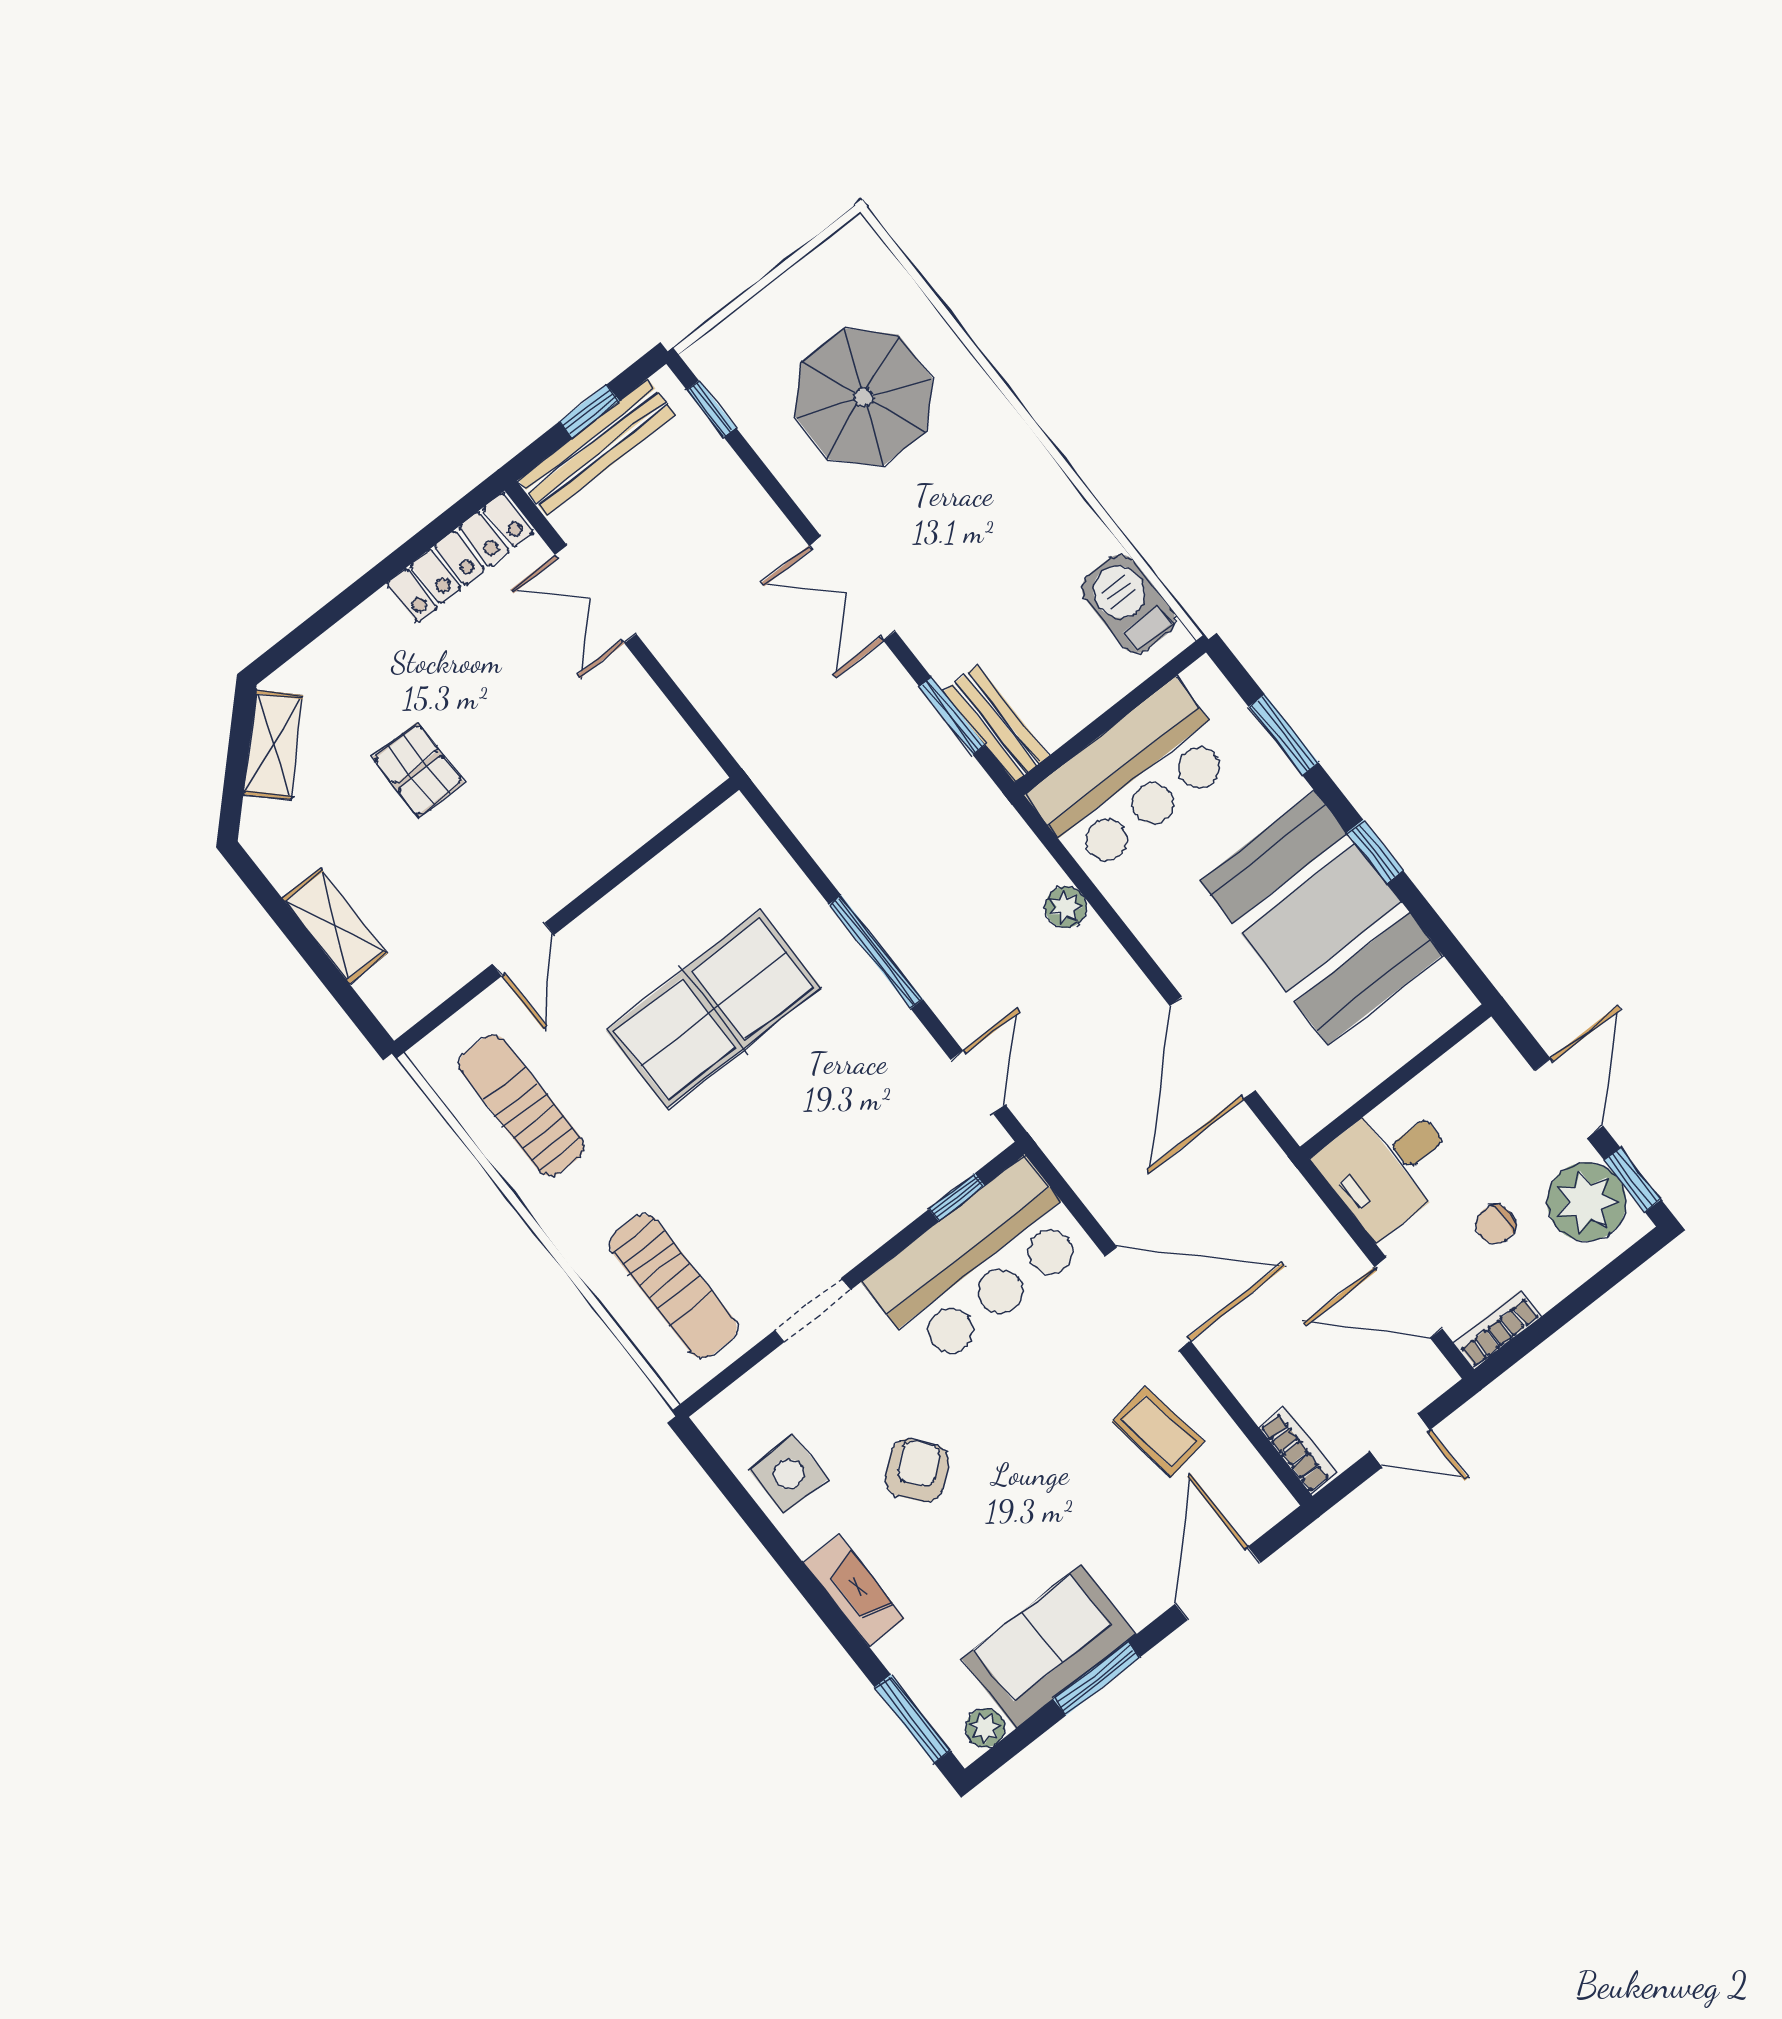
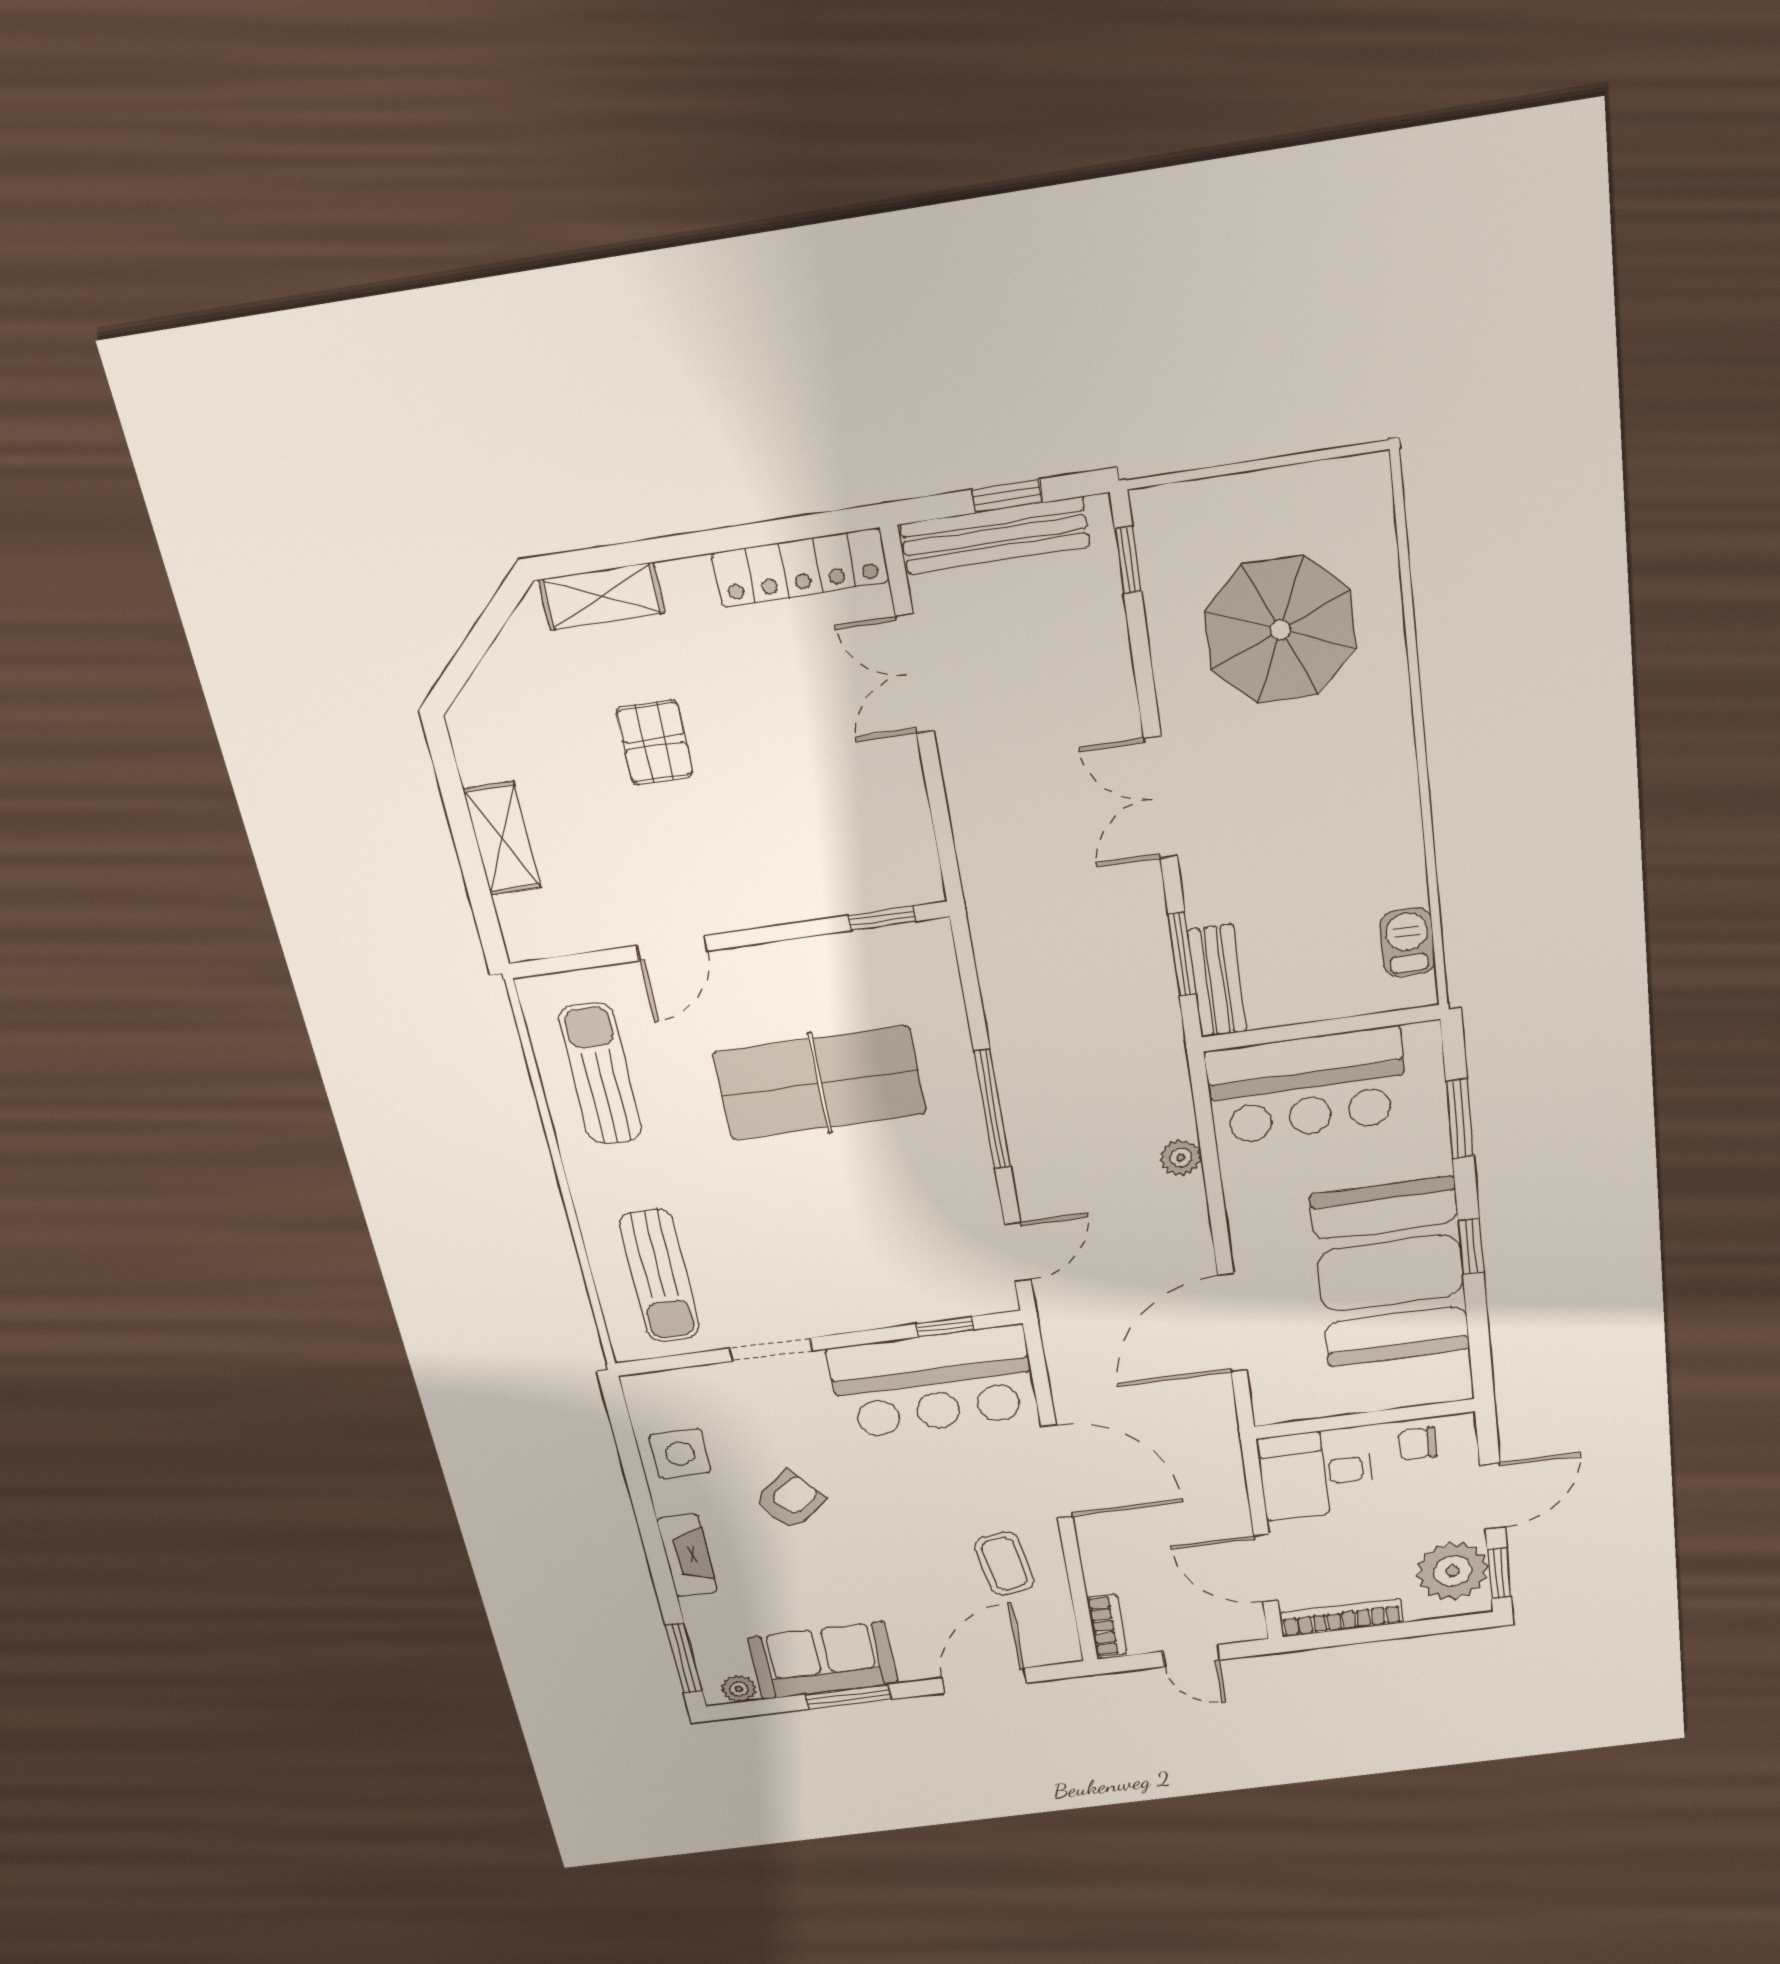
barbecue: (1128, 604) -> (1408, 942), width x0.73, depth x0.79
shelving: (273, 745) -> (602, 596), moved, turned 45
window: (684, 823) -> (882, 918), added
chair: (1495, 1225) -> (1417, 1444), moved
bookcase: (1497, 1330) -> (1341, 1618), width x1.56

